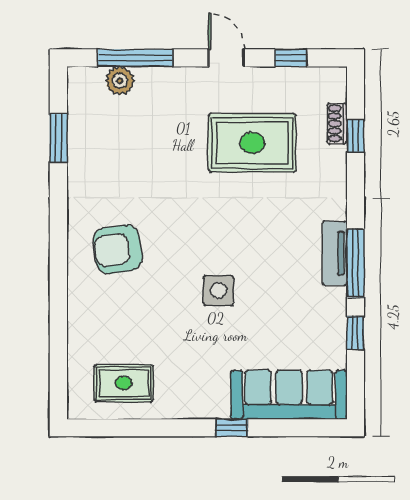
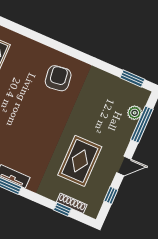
shoe rack: (337, 124) -> (72, 203), width x1.43
window: (58, 138) -> (132, 78), moved
side table: (218, 290) -> (19, 116), removed

